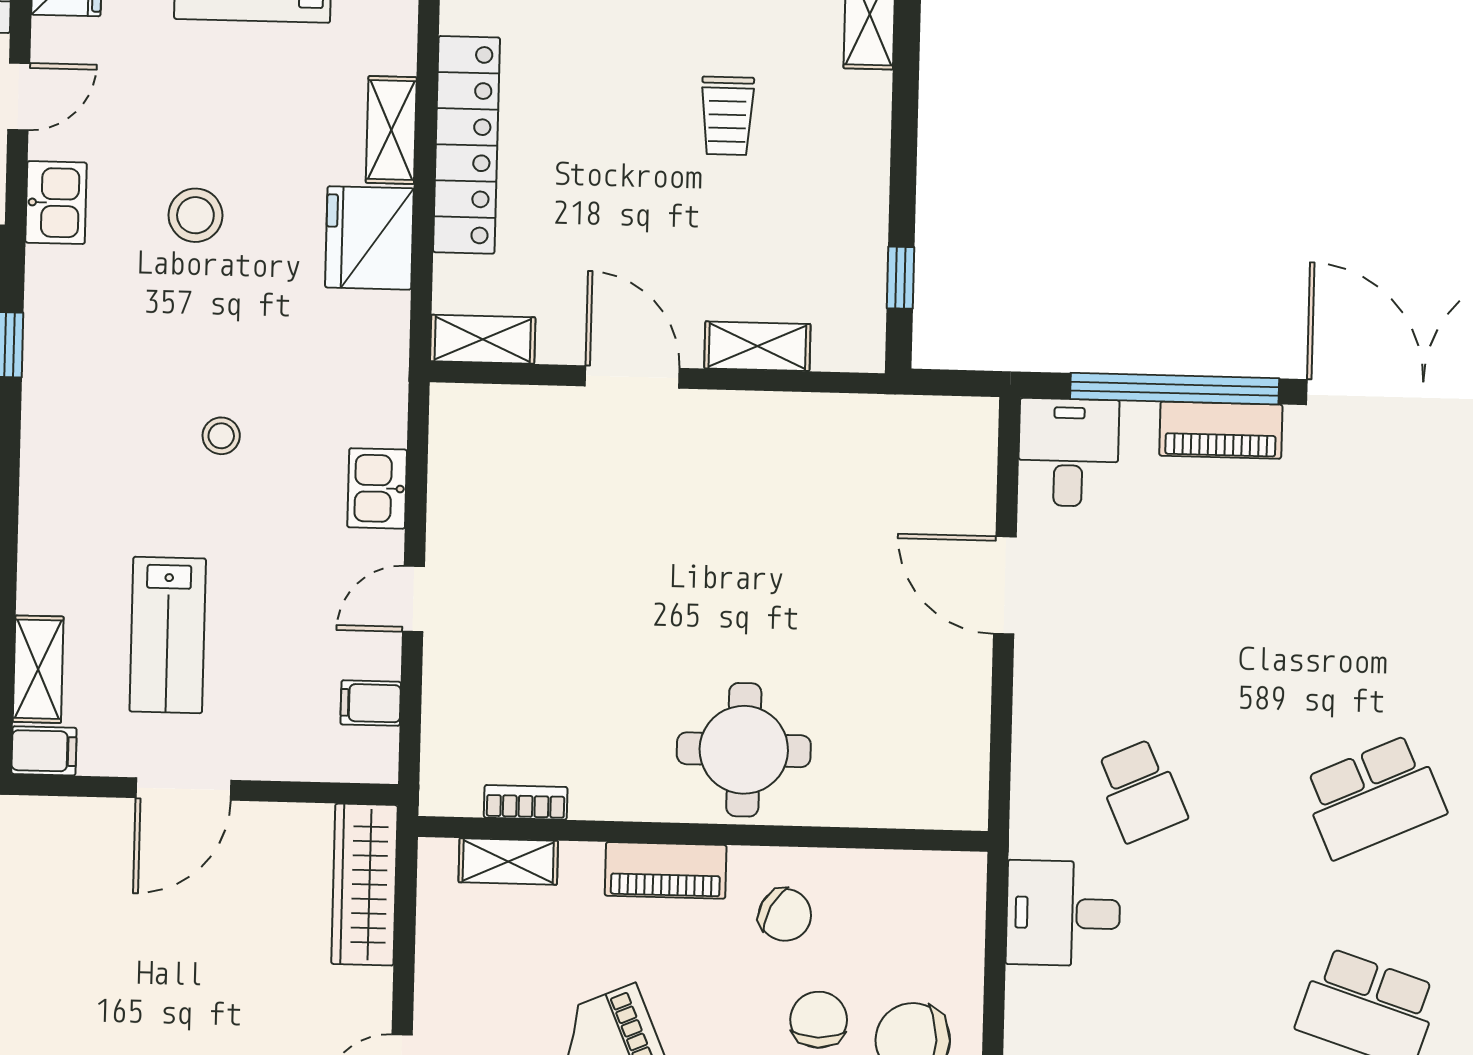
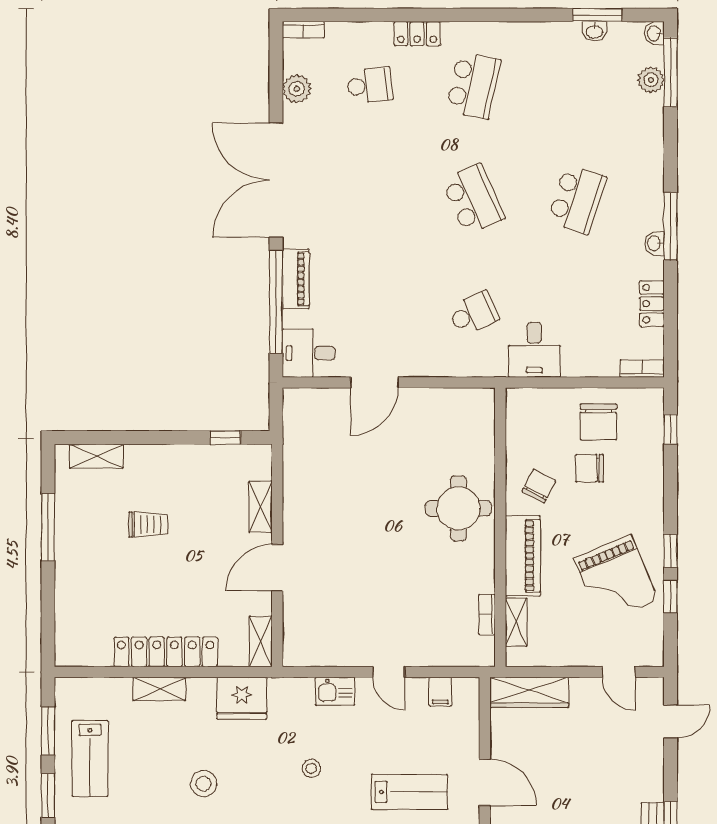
fridge: (369, 238) -> (242, 698), moved
piano: (666, 870) -> (523, 556), width x1.37, depth x1.33

